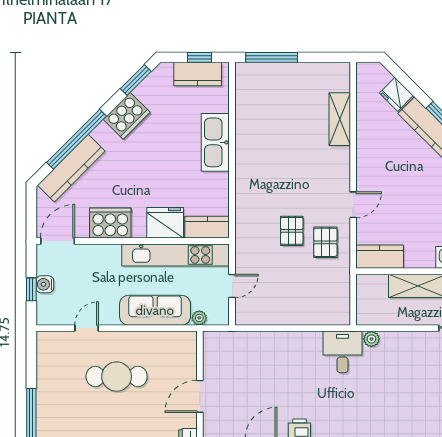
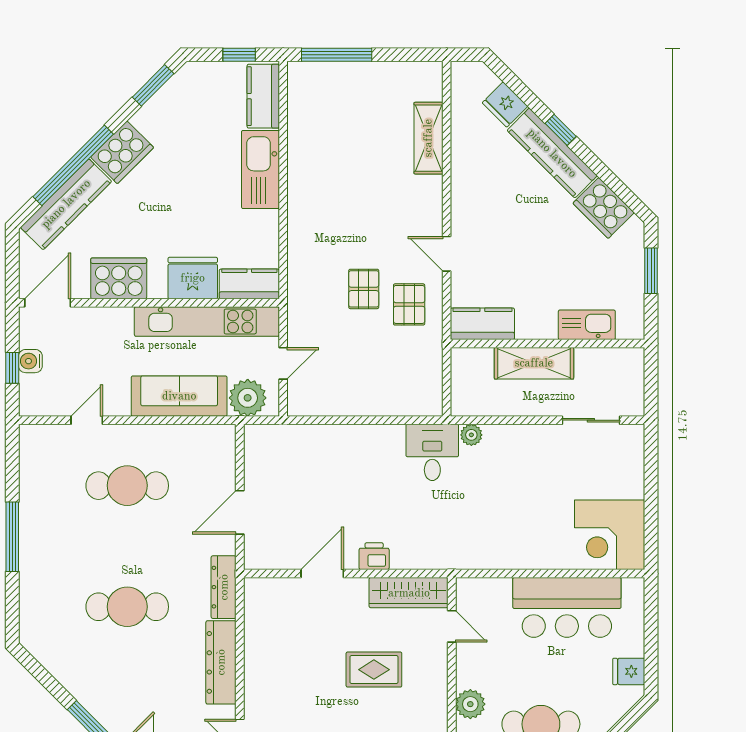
kitchen counter: (198, 74) -> (263, 96), moved, turned 90
cooker: (127, 116) -> (122, 152), moved
door: (353, 205) -> (447, 254), swing flipped
plant: (199, 318) -> (248, 398), width x1.88, depth x1.88

